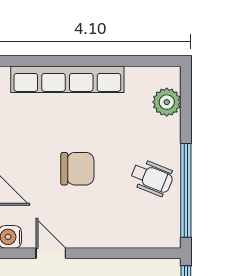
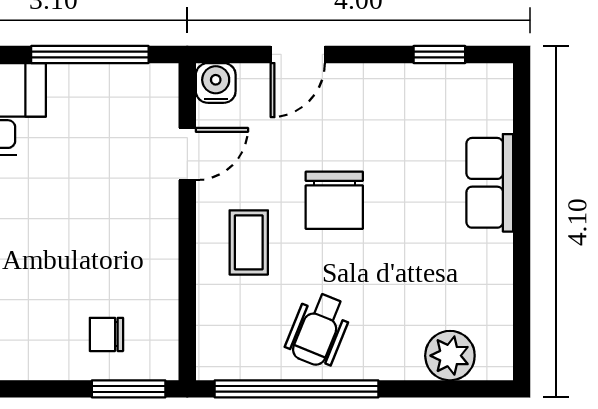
row of seats: (67, 79) -> (490, 183), width x0.50
coffee table: (102, 218) -> (249, 242), added

